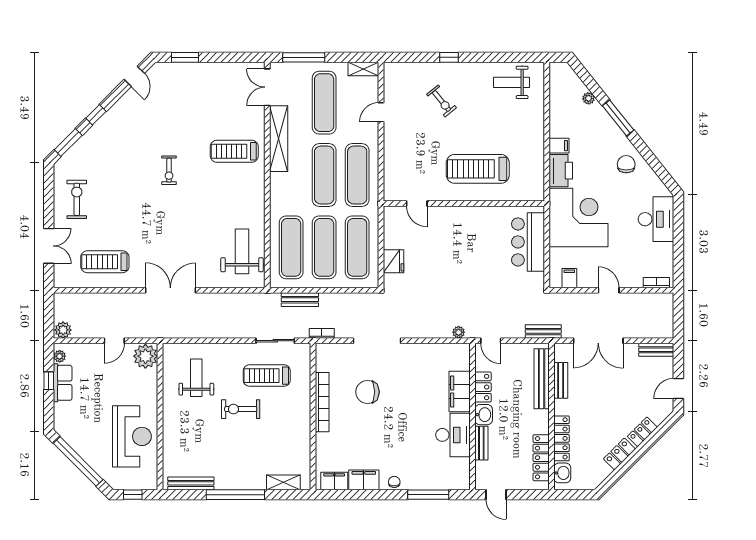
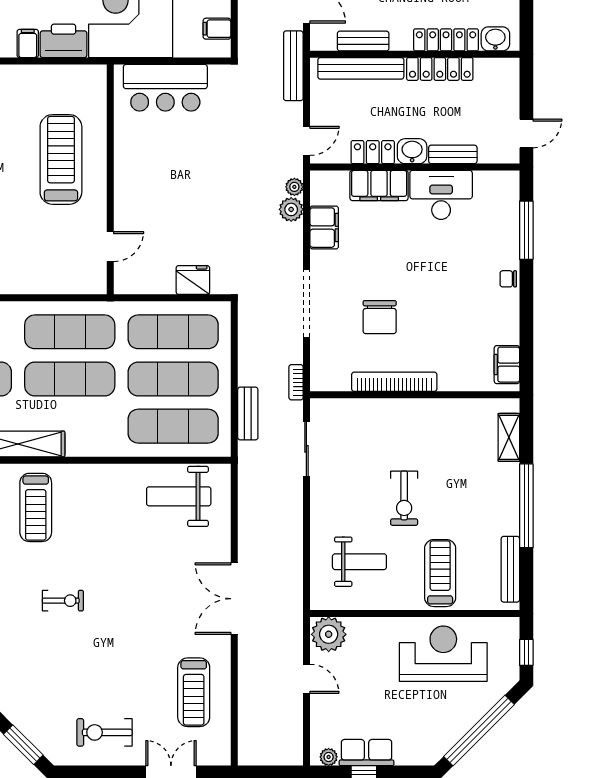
treadmill: (478, 169) -> (61, 159), turned 180
plant: (63, 330) -> (291, 209), moved
bench: (543, 332) -> (293, 66), width x1.36
treadmill: (267, 376) -> (440, 573), moved, turned 180
weight bench: (196, 378) -> (359, 562), turned 180
locker: (541, 458) -> (440, 69), moved
filing cabinet: (364, 480) -> (324, 228), moved, turned 180

